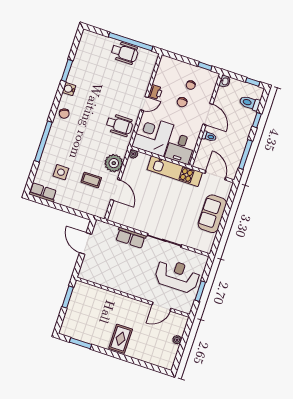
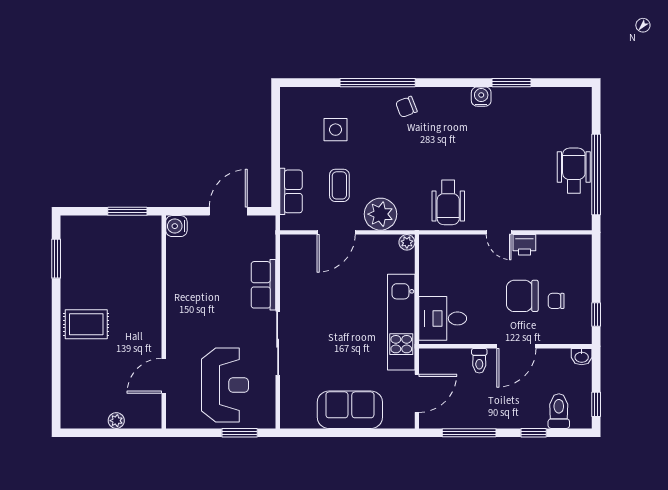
wheelchair: (125, 53) -> (574, 171), turned 180
chair: (182, 102) -> (522, 296), width x1.87, depth x1.87
chair: (64, 114) -> (406, 107), moved
corner desk: (153, 136) -> (449, 265), removed
row of seats: (43, 192) -> (291, 191), moved
water cooler: (84, 274) -> (176, 226), added
window: (200, 291) -> (240, 433), moved
door: (162, 307) -> (164, 376), hinge flipped

